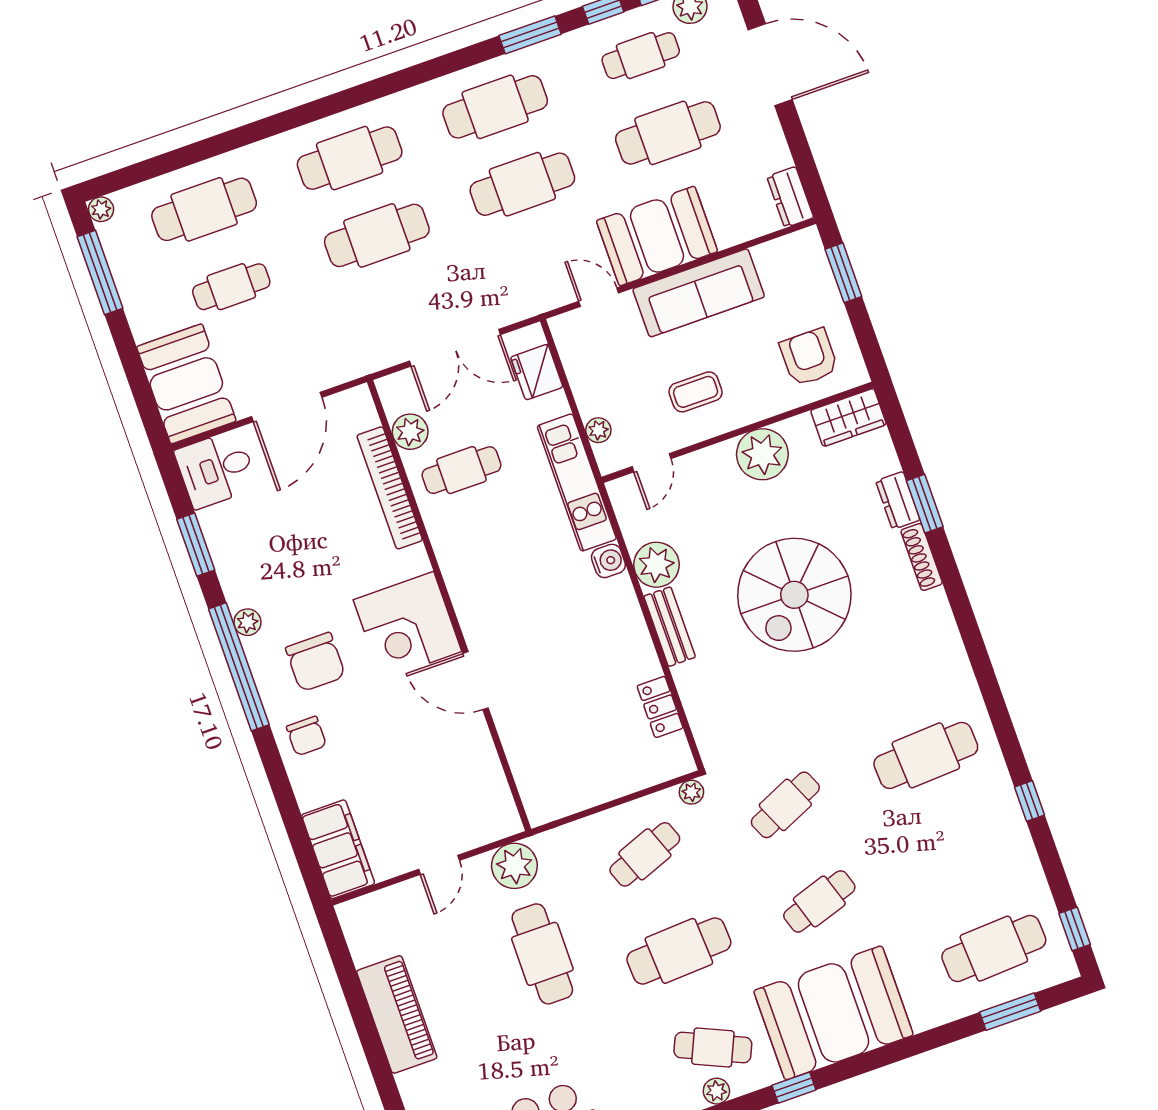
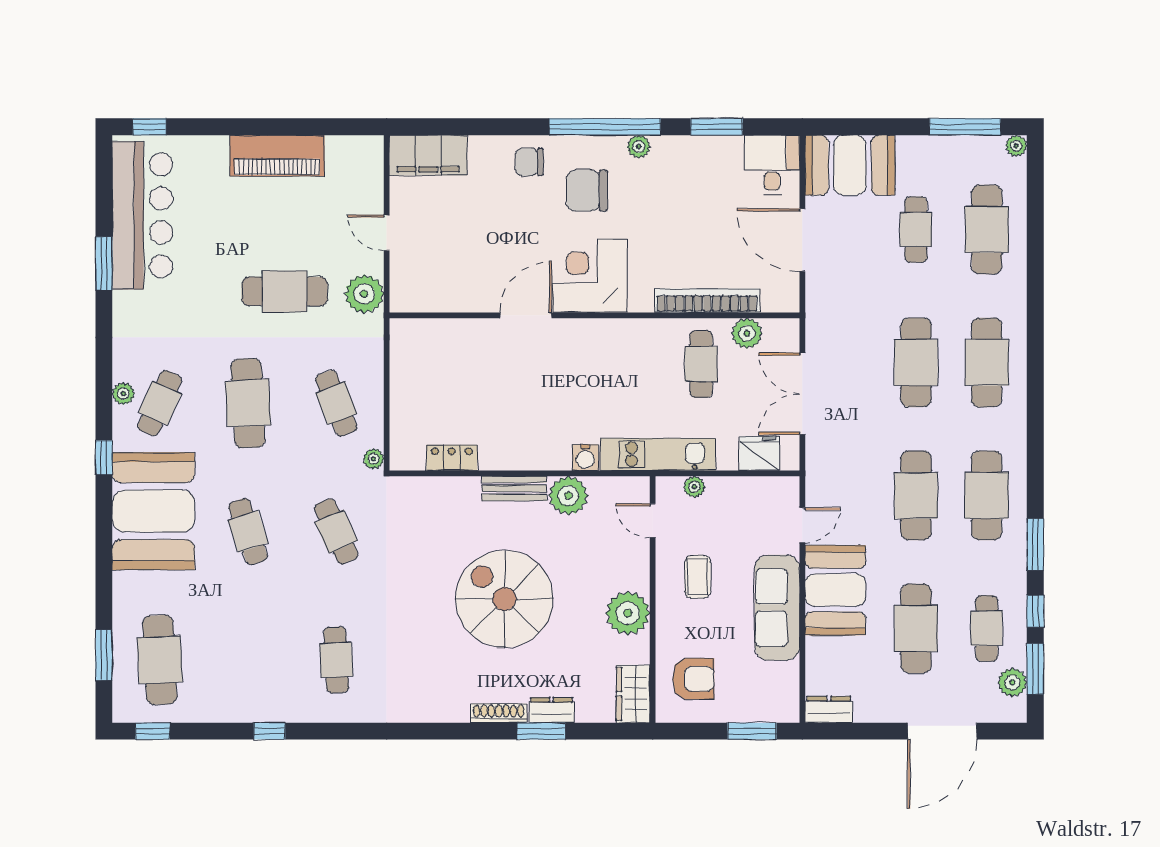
cafe table: (926, 755) -> (336, 660), width x0.73, depth x0.74

